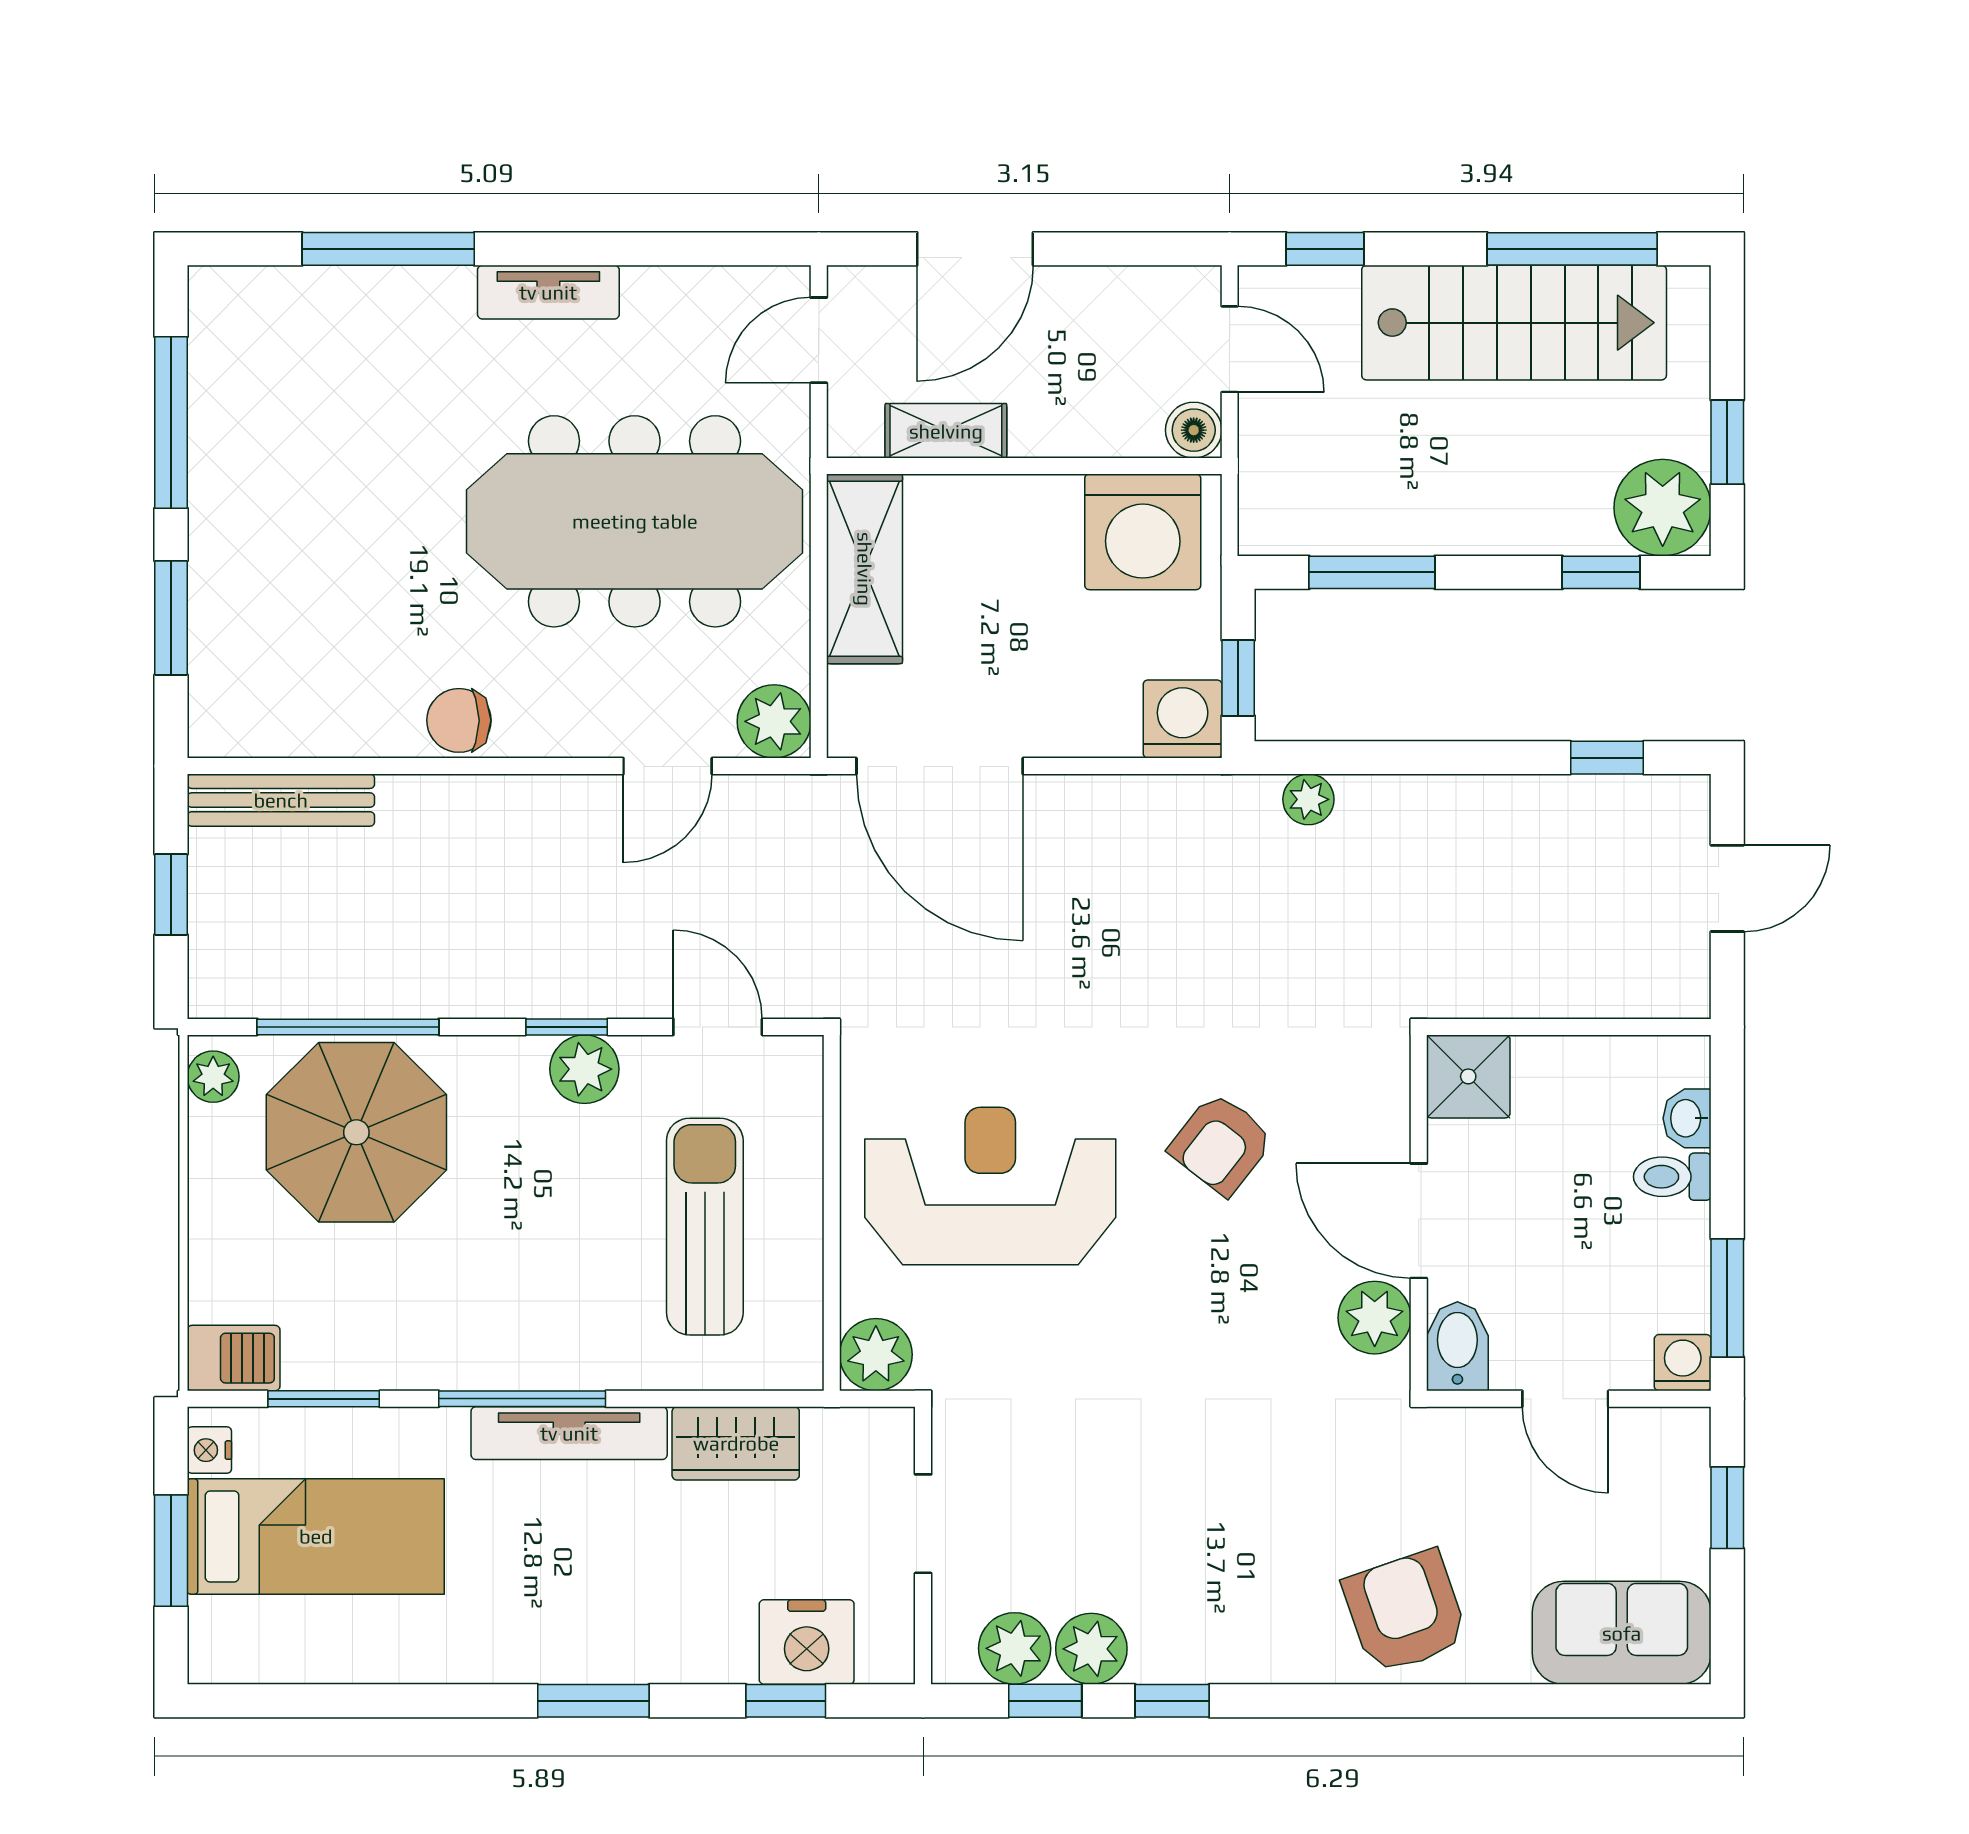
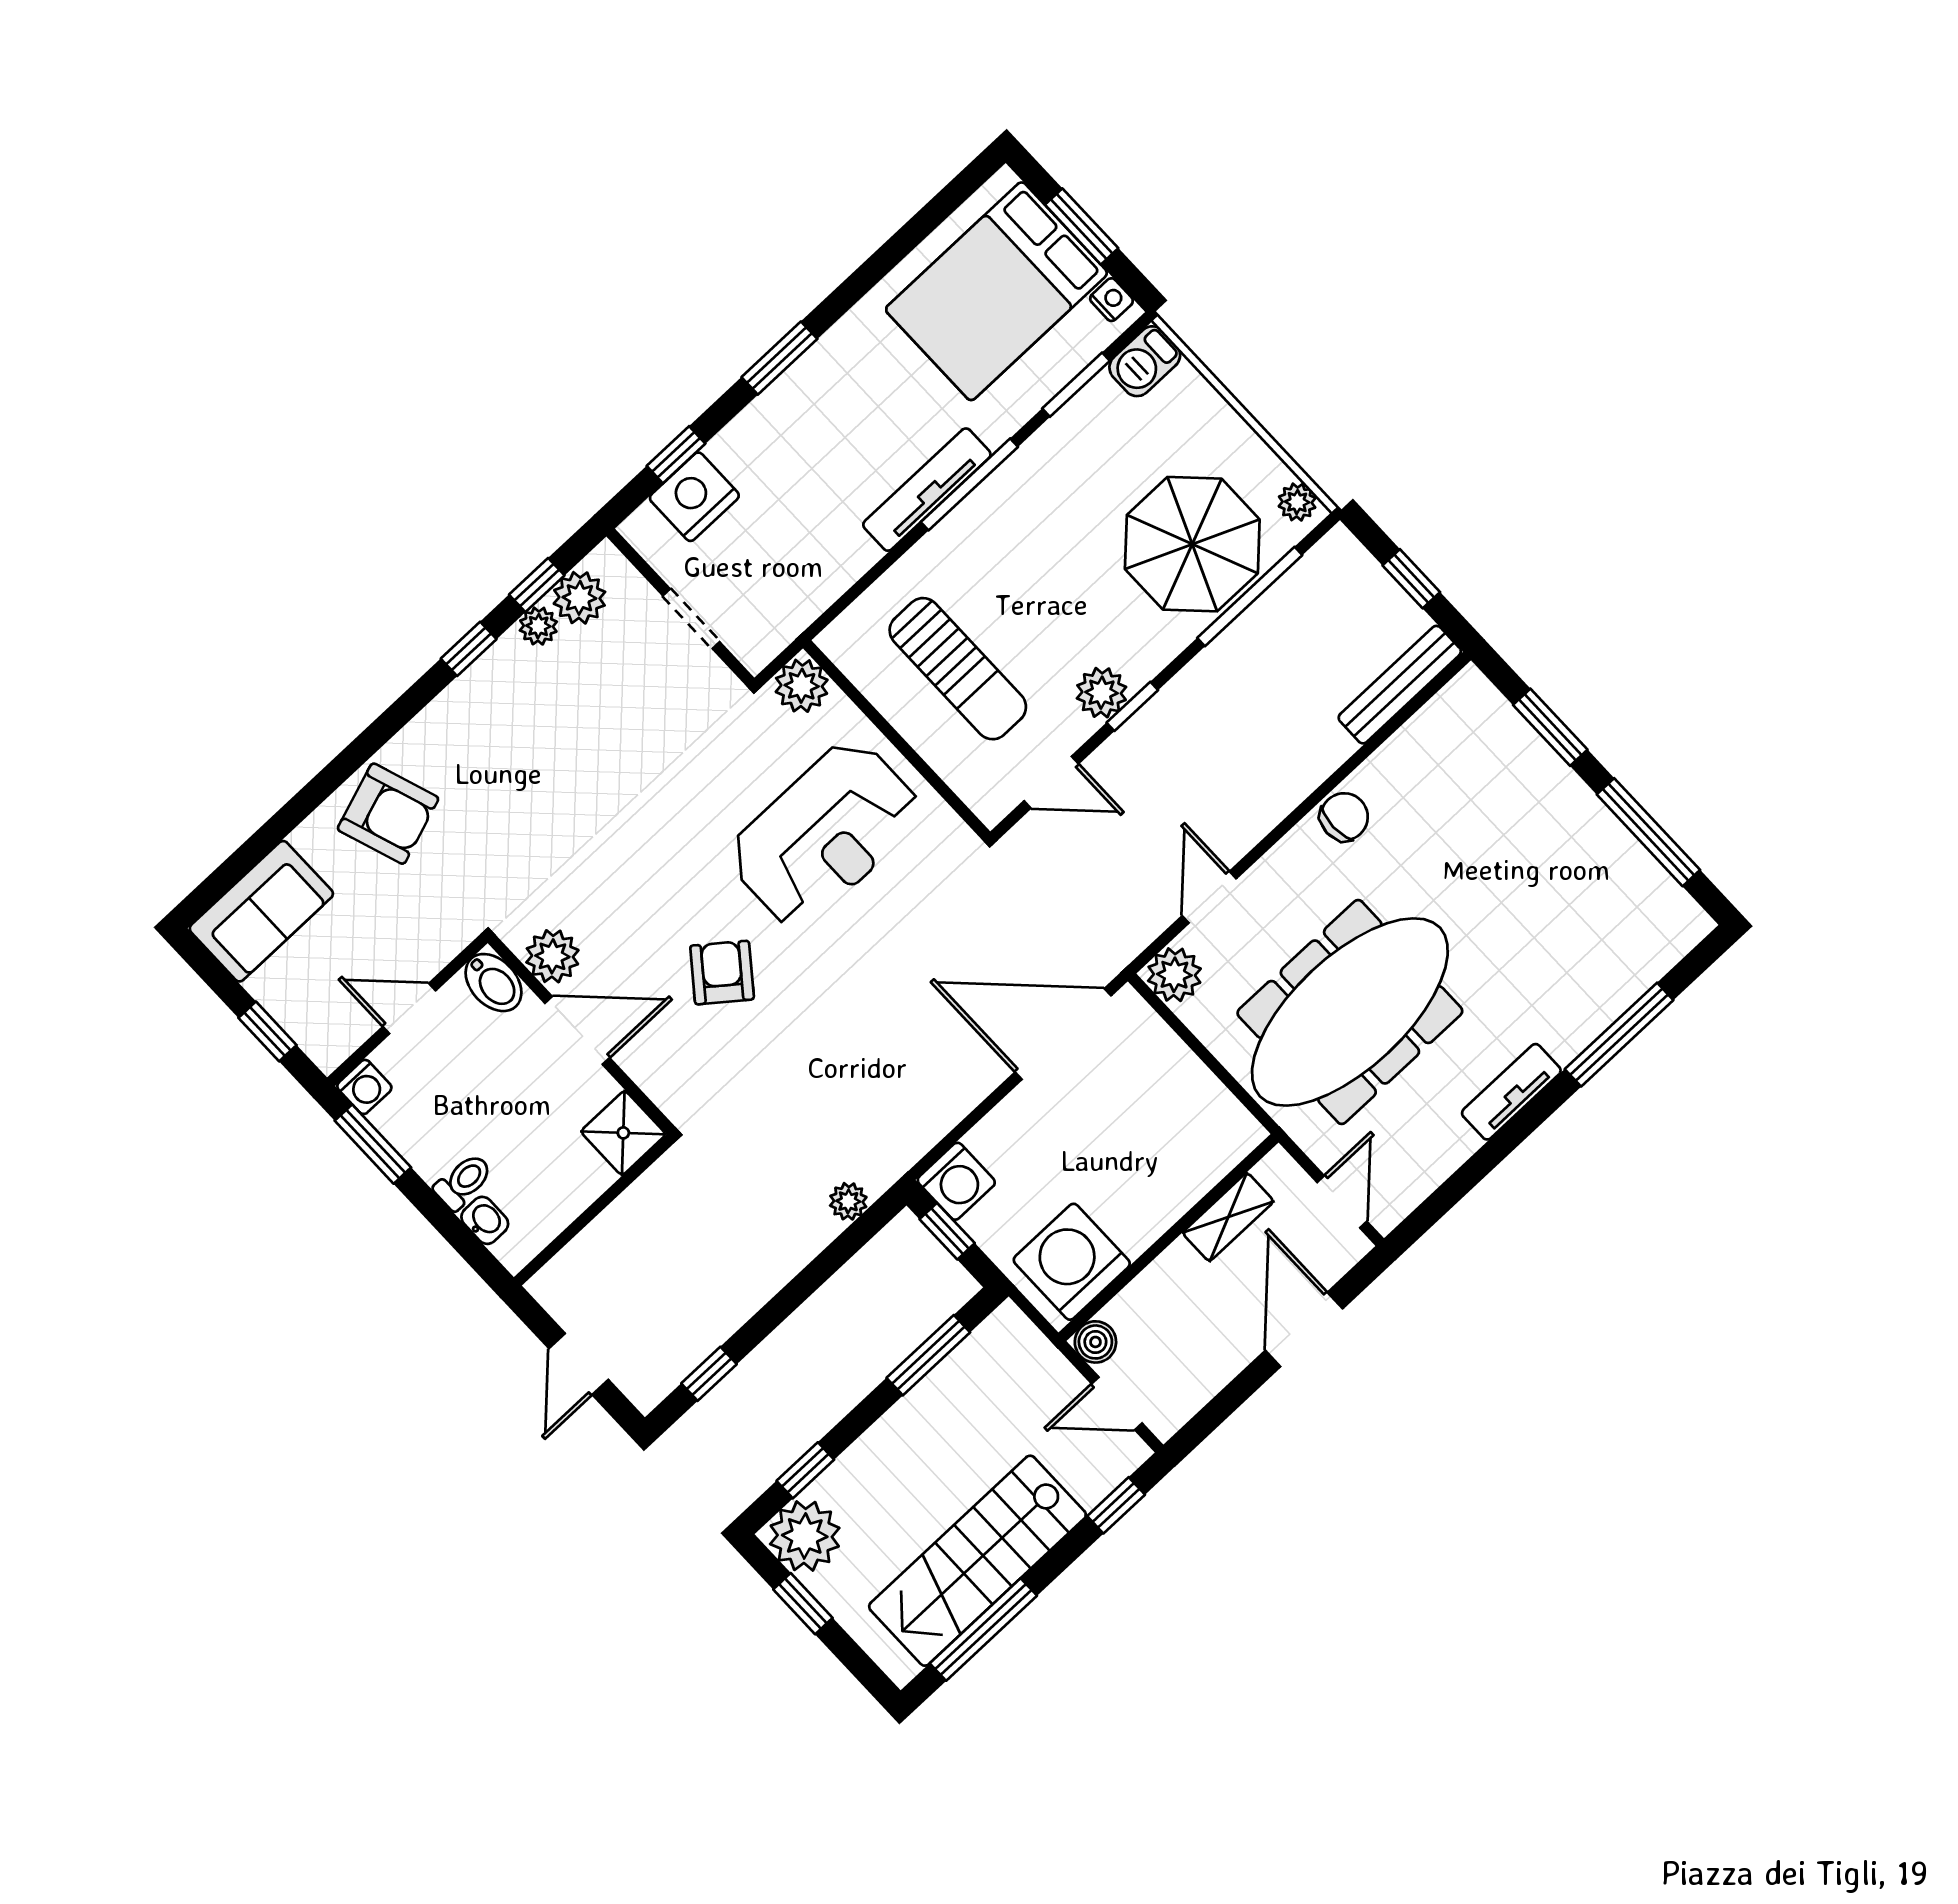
shelving: (865, 569) -> (1203, 1102), removed
wardrobe: (736, 1443) -> (832, 568), removed
bed: (316, 1536) -> (996, 291), width x1.50
plant: (1091, 1649) -> (538, 626), width x0.73, depth x0.73

